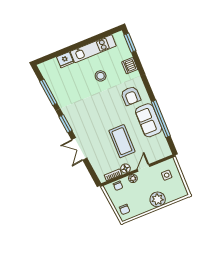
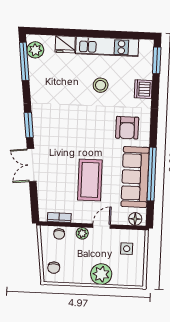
plant: (47, 72) -> (35, 50), added
window: (48, 92) -> (24, 61), moved
sofa: (149, 120) -> (135, 177), width x1.36
floor lamp: (125, 168) -> (135, 219), moved

